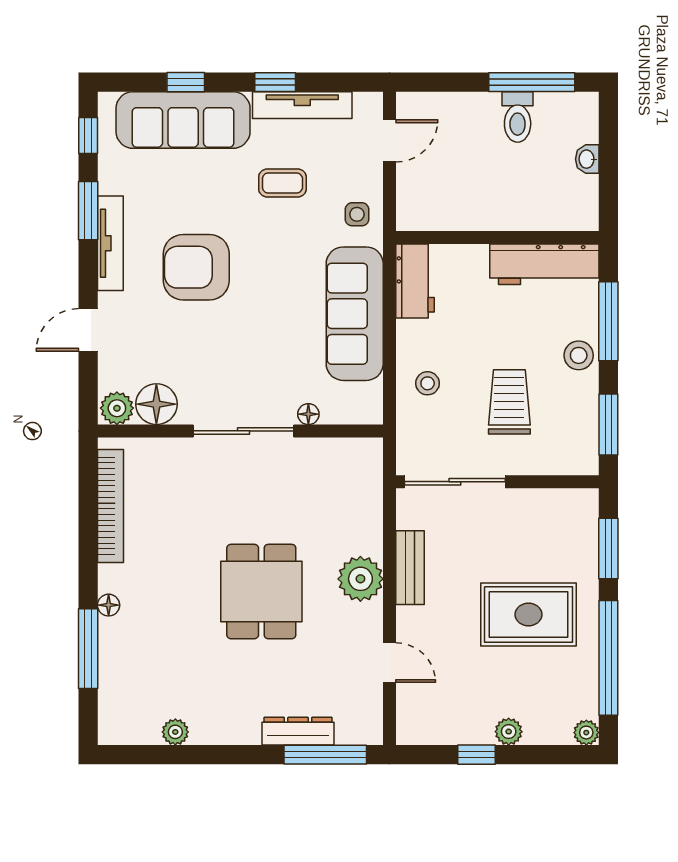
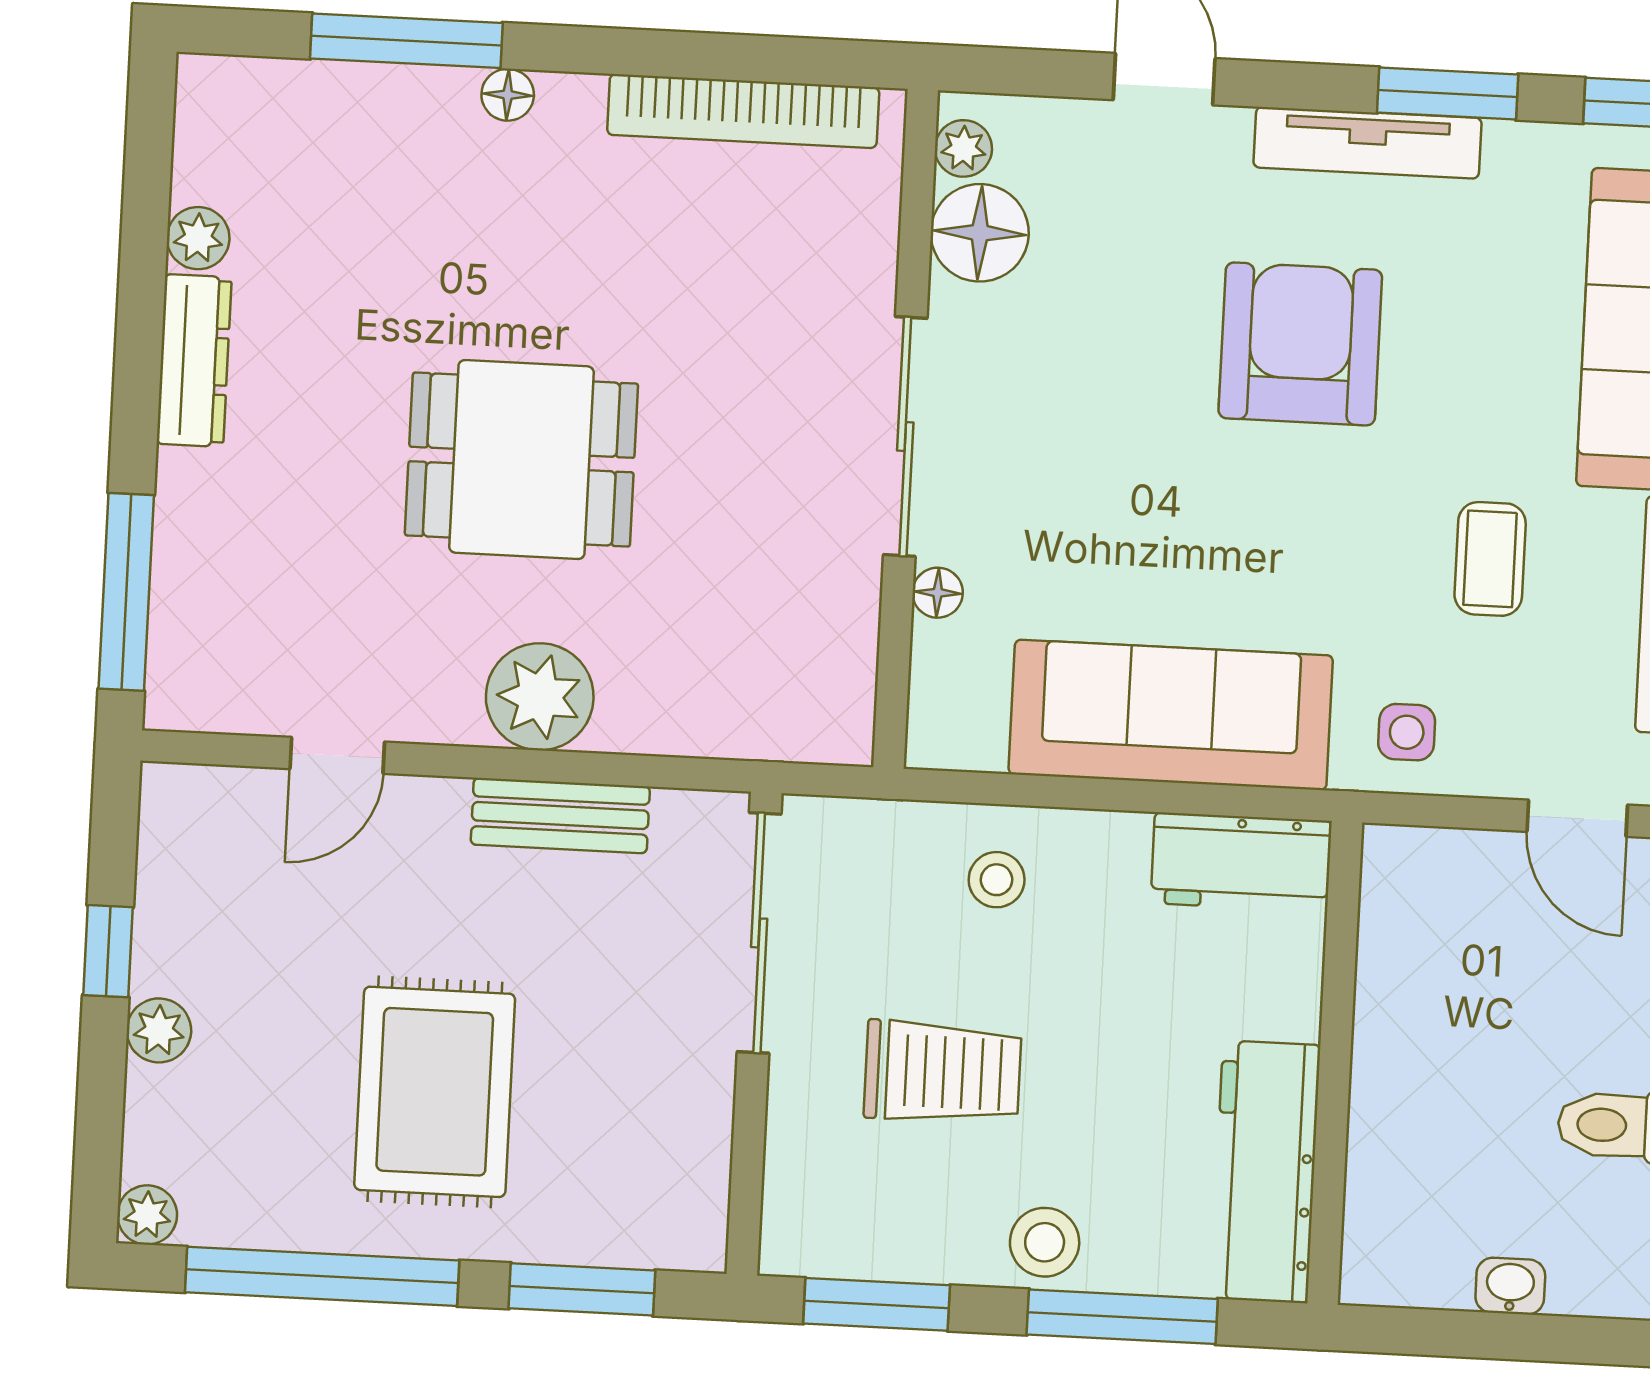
plant: (117, 408) -> (963, 148), width x0.73, depth x0.73
dresser: (298, 731) -> (194, 361), moved

